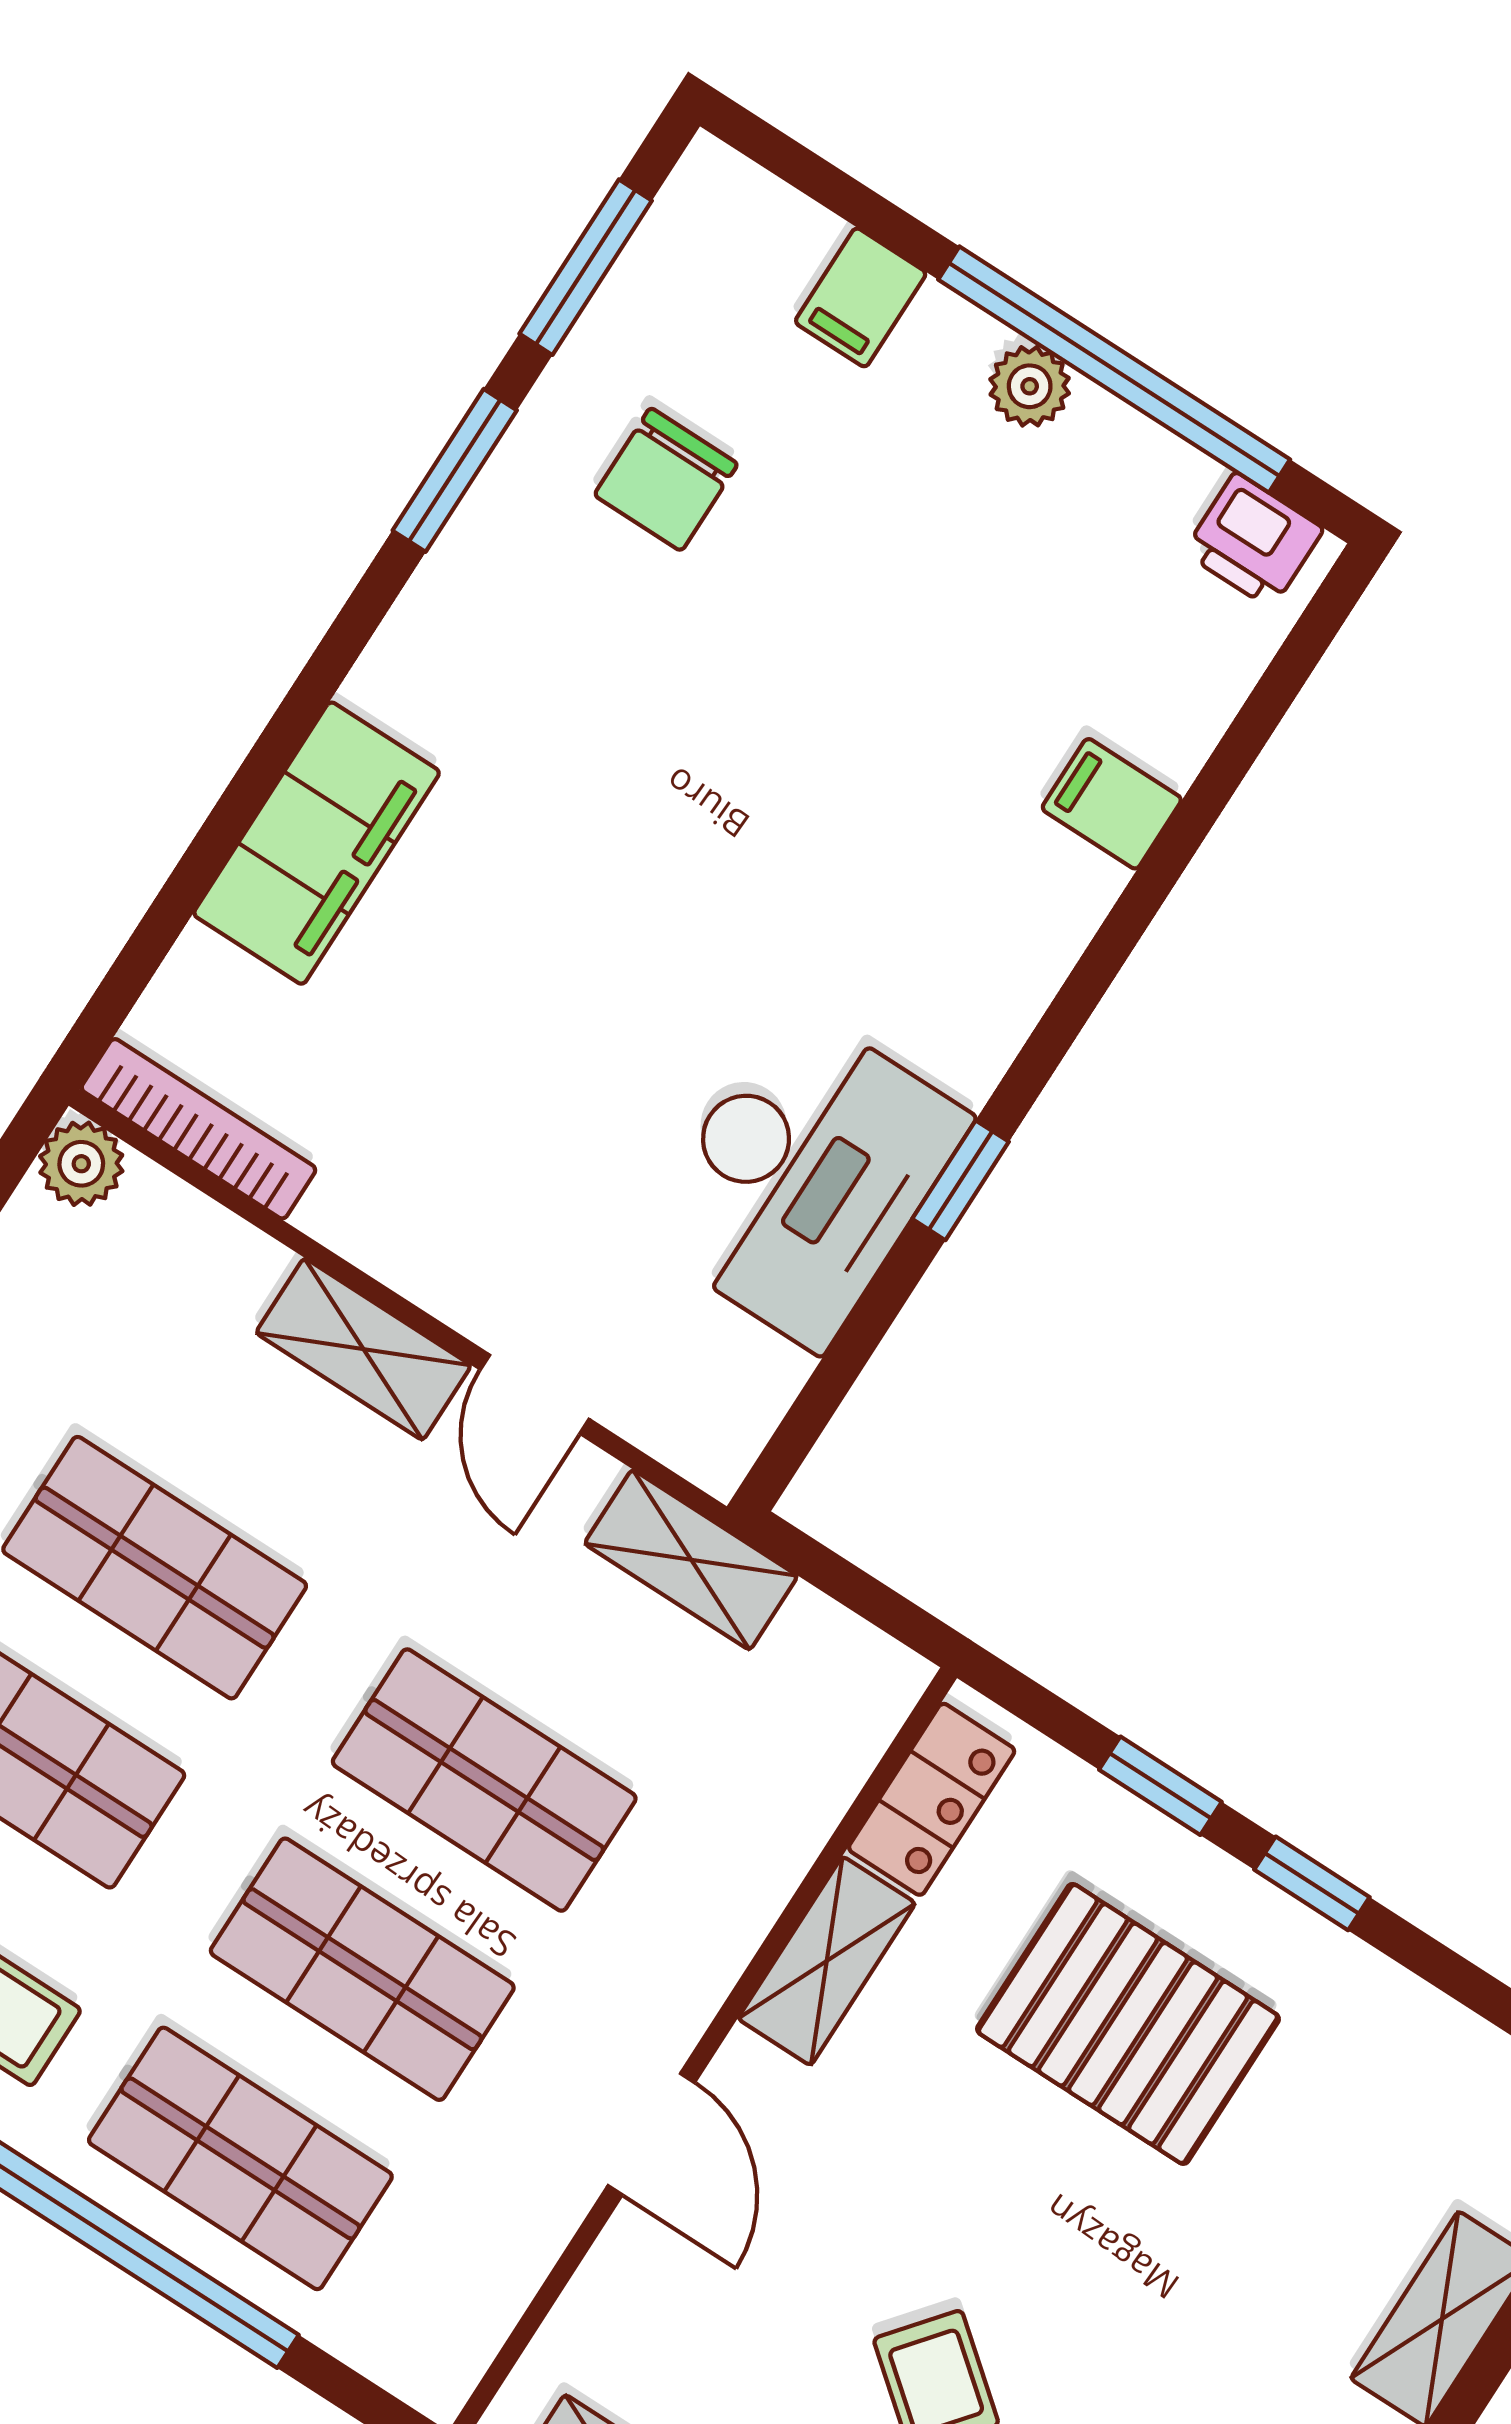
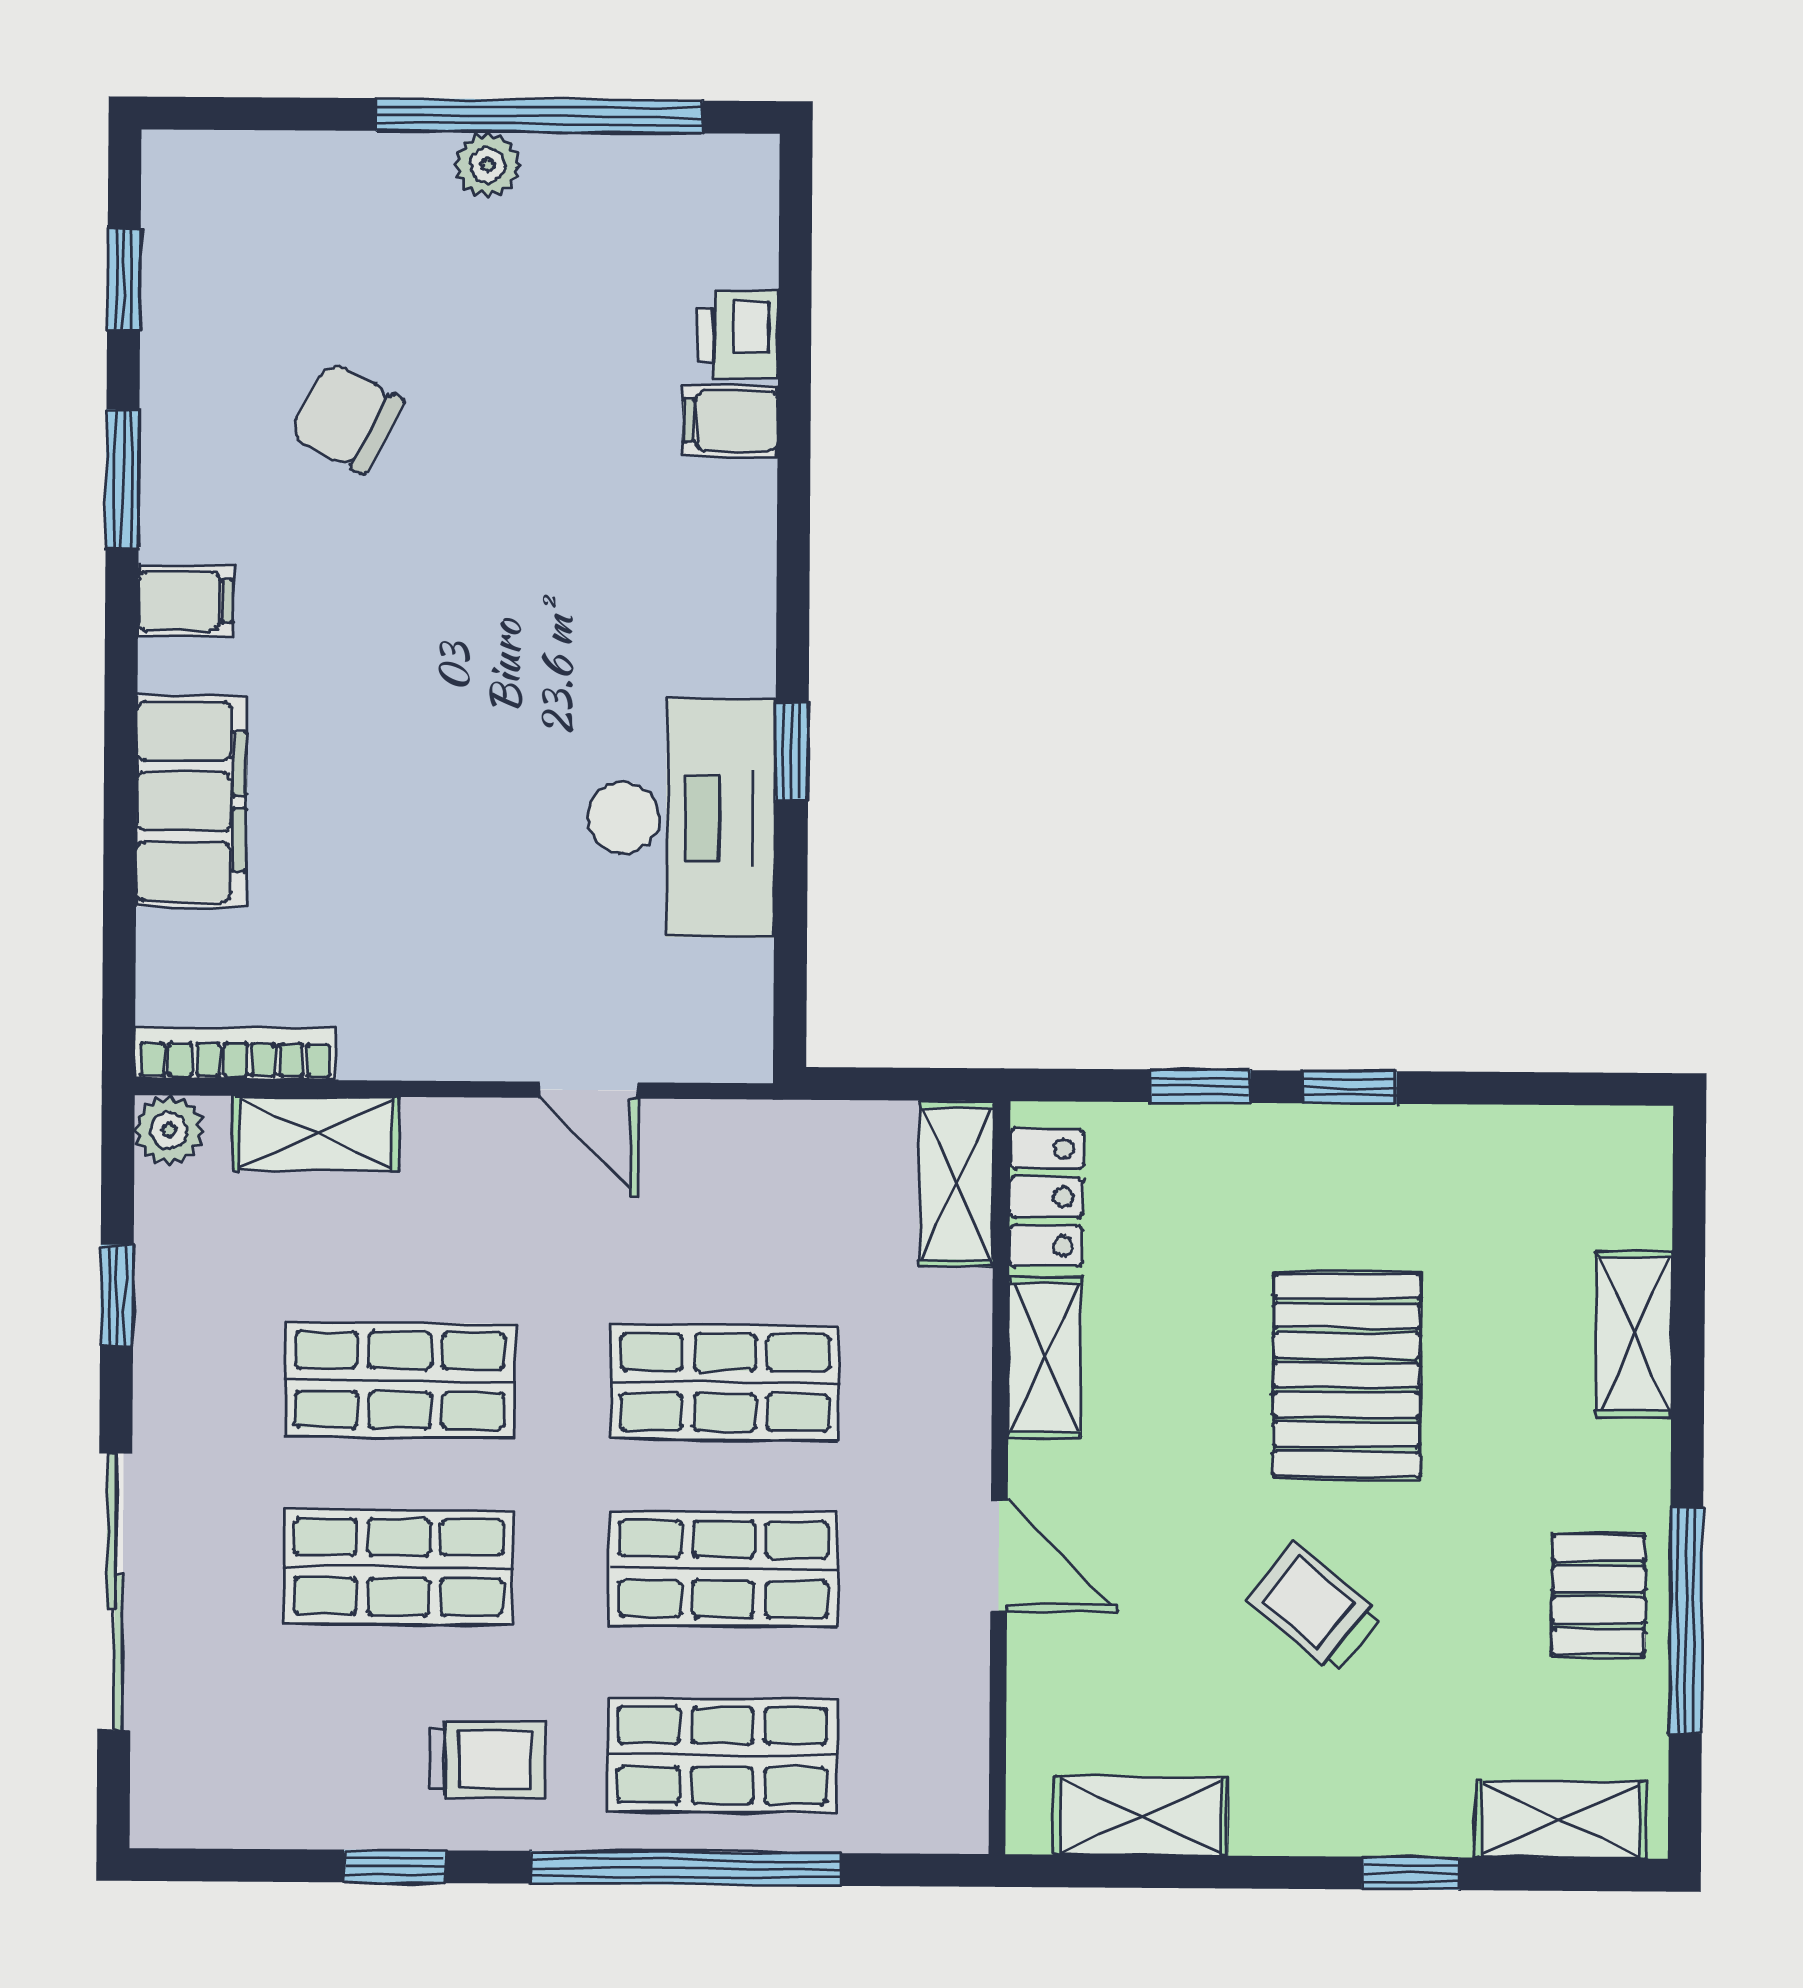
window: (586, 267) -> (124, 279), width x0.67
filing cabinet: (861, 297) -> (185, 601), moved, turned -90
chair: (666, 479) -> (347, 418), moved, turned 118
printer: (1253, 541) -> (738, 334), moved, turned 90
shelving: (363, 1349) -> (316, 1134), moved
shelving: (691, 1560) -> (957, 1184), moved, turned 90
pallet: (1128, 2024) -> (1347, 1375), moved, turned 90

